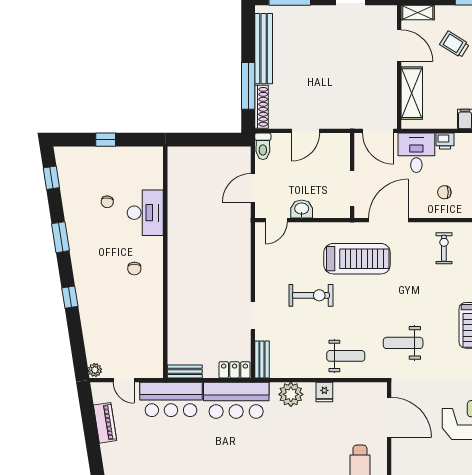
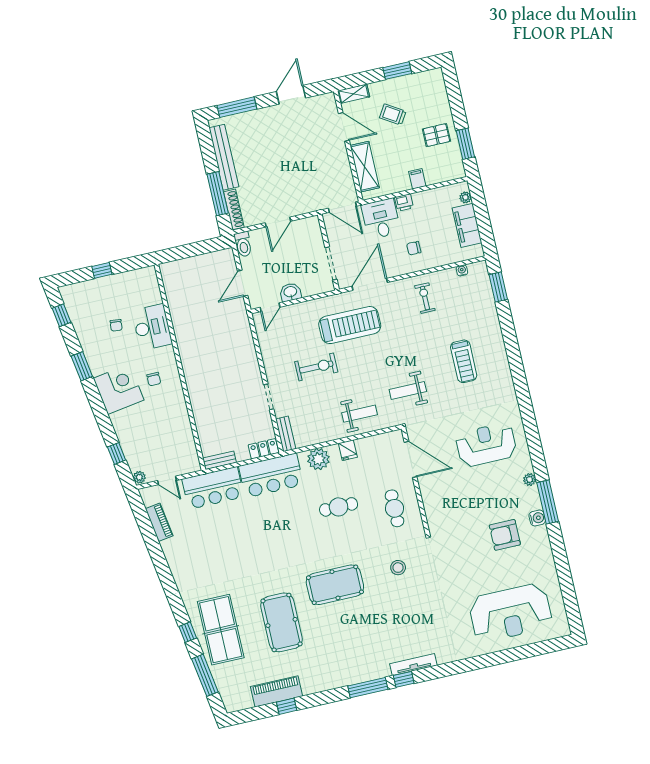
corner desk: (94, 271) -> (119, 389), added
window: (70, 297) -> (117, 453), moved
cafe table: (301, 450) -> (339, 507), added

